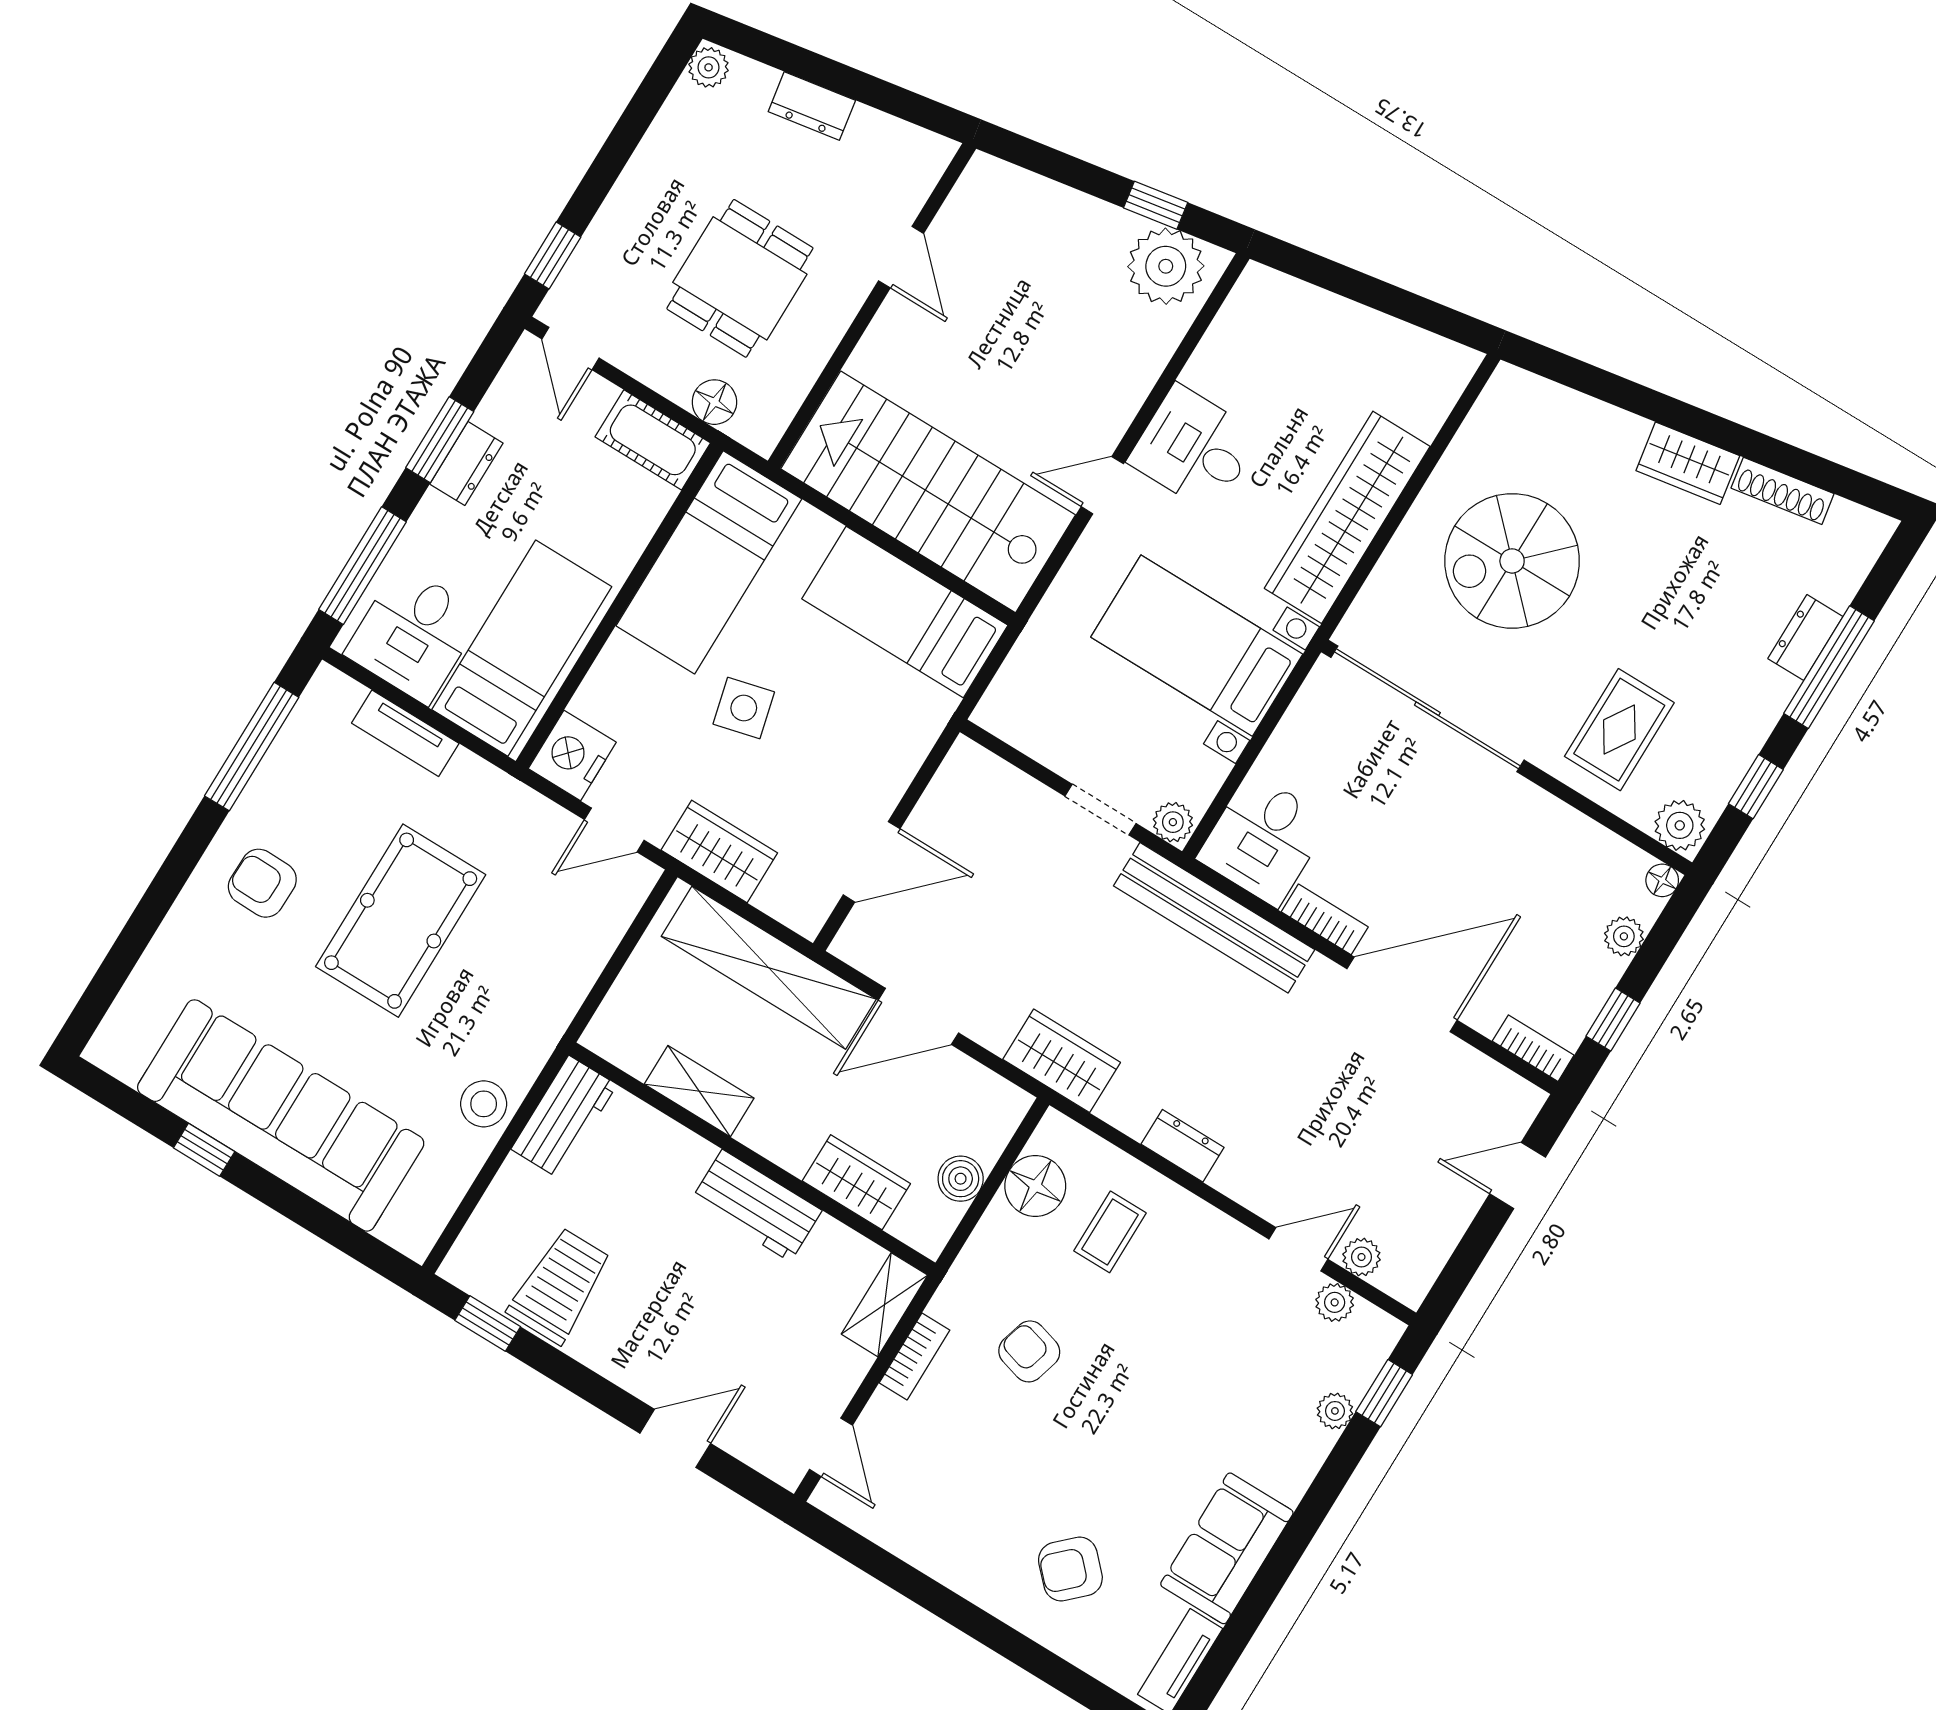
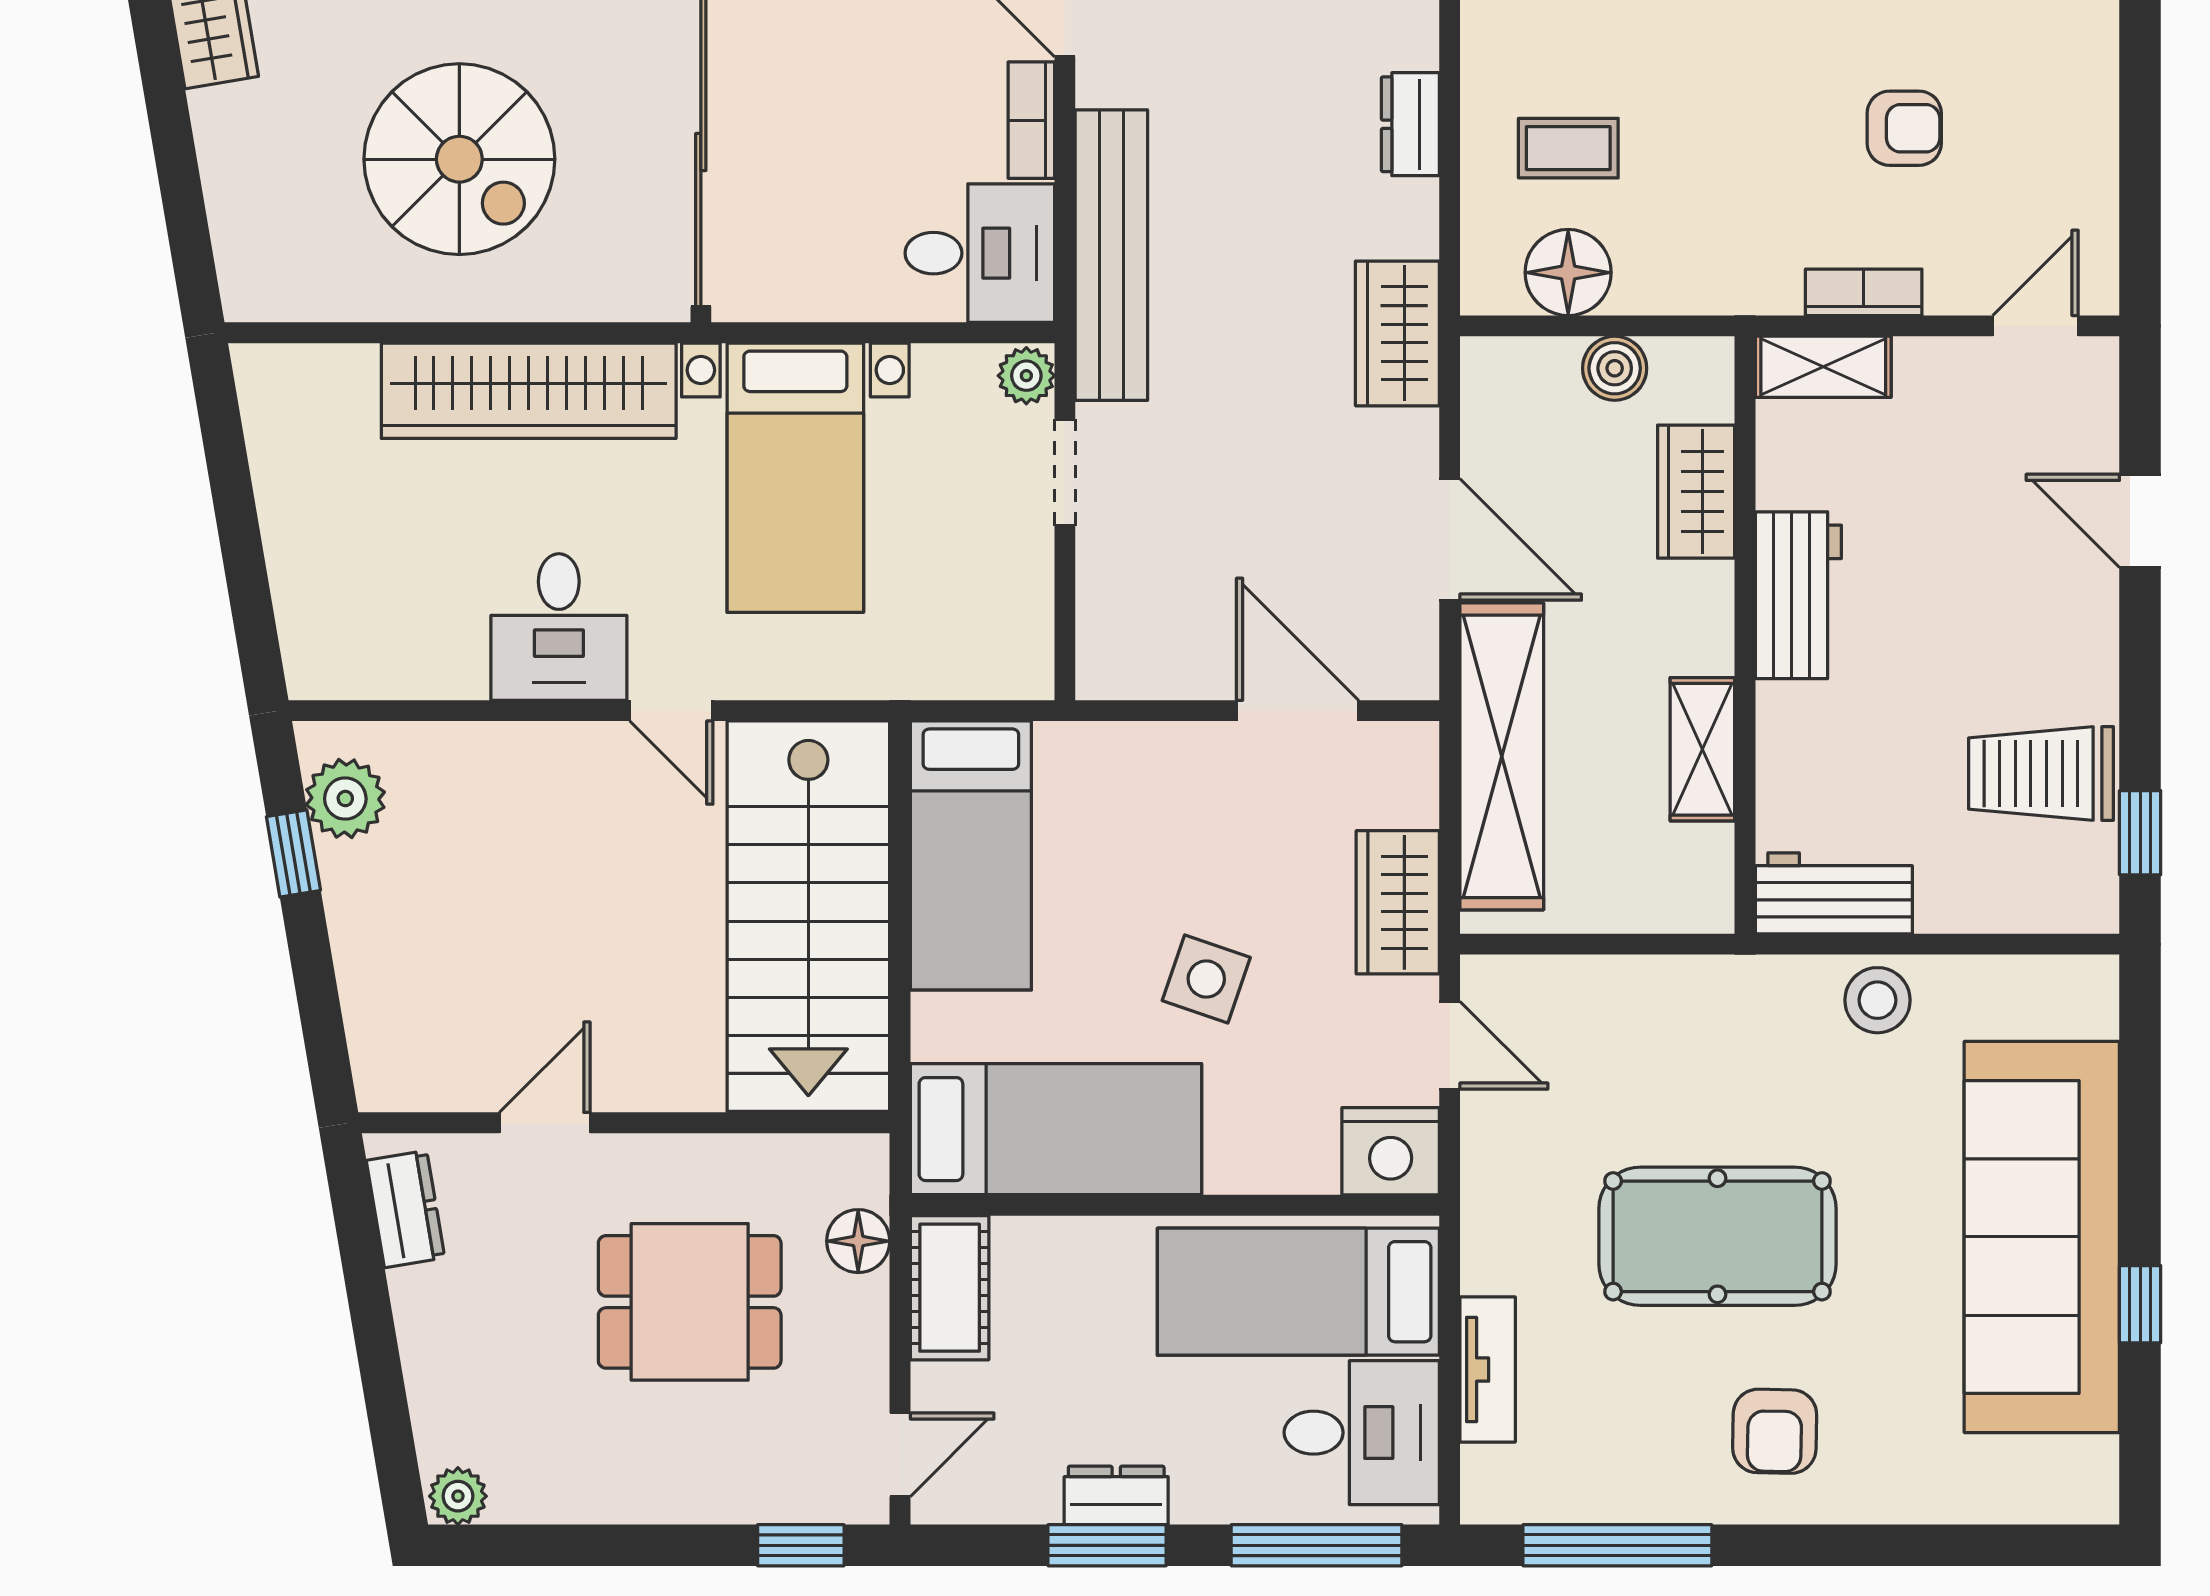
dresser: (812, 106) -> (406, 1209), moved
plant: (1166, 266) -> (345, 799), width x0.73, depth x0.73
side table: (744, 708) -> (1206, 979), turned 33
armchair: (1029, 1351) -> (1904, 128), moved, turned -106

